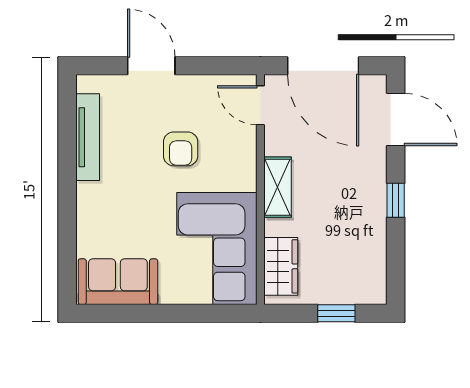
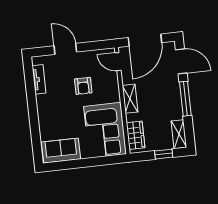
door: (323, 66) -> (145, 40), hinge flipped
tv unit: (88, 137) -> (39, 79), width x0.71
window: (396, 200) -> (185, 99), width x2.17
shelving: (373, 274) -> (179, 134), added

